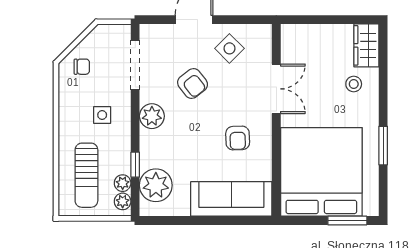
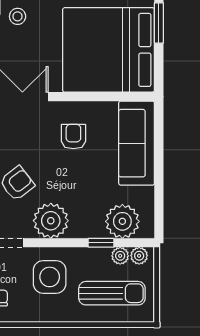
side table: (102, 115) -> (50, 277), width x1.87, depth x1.87
plant: (152, 116) -> (51, 221), width x1.36, depth x1.36
armchair: (238, 138) -> (73, 137), turned -88

